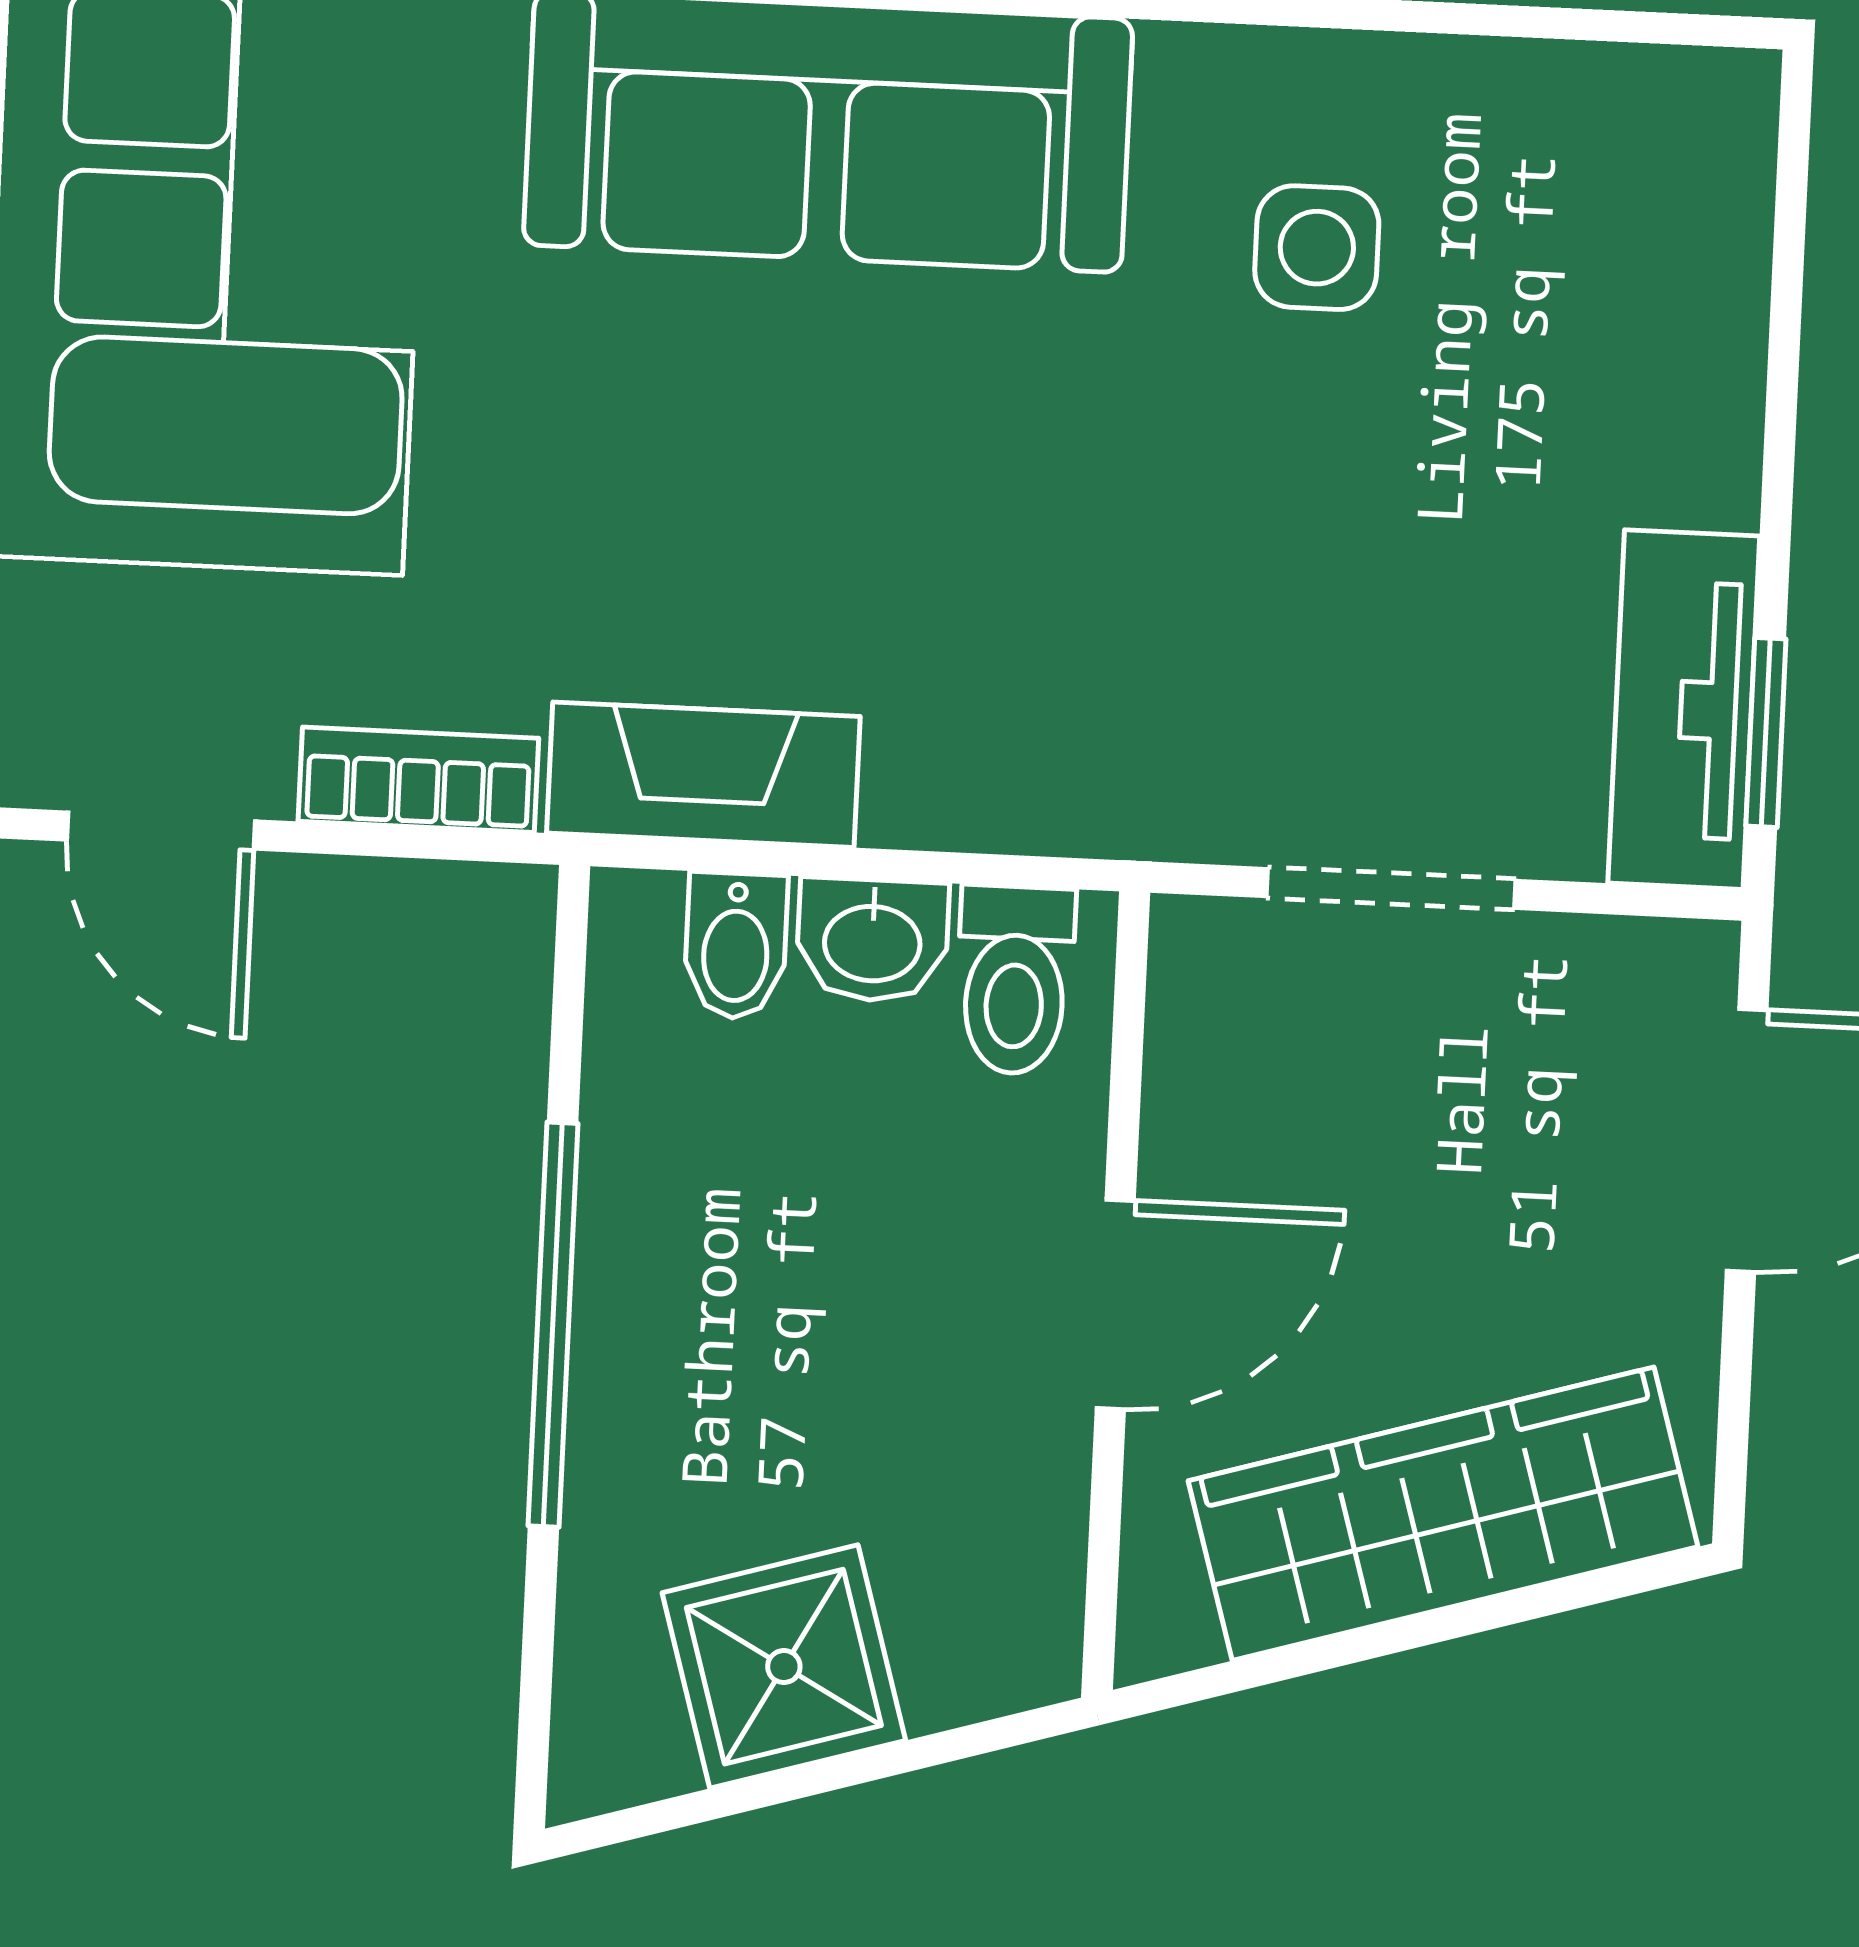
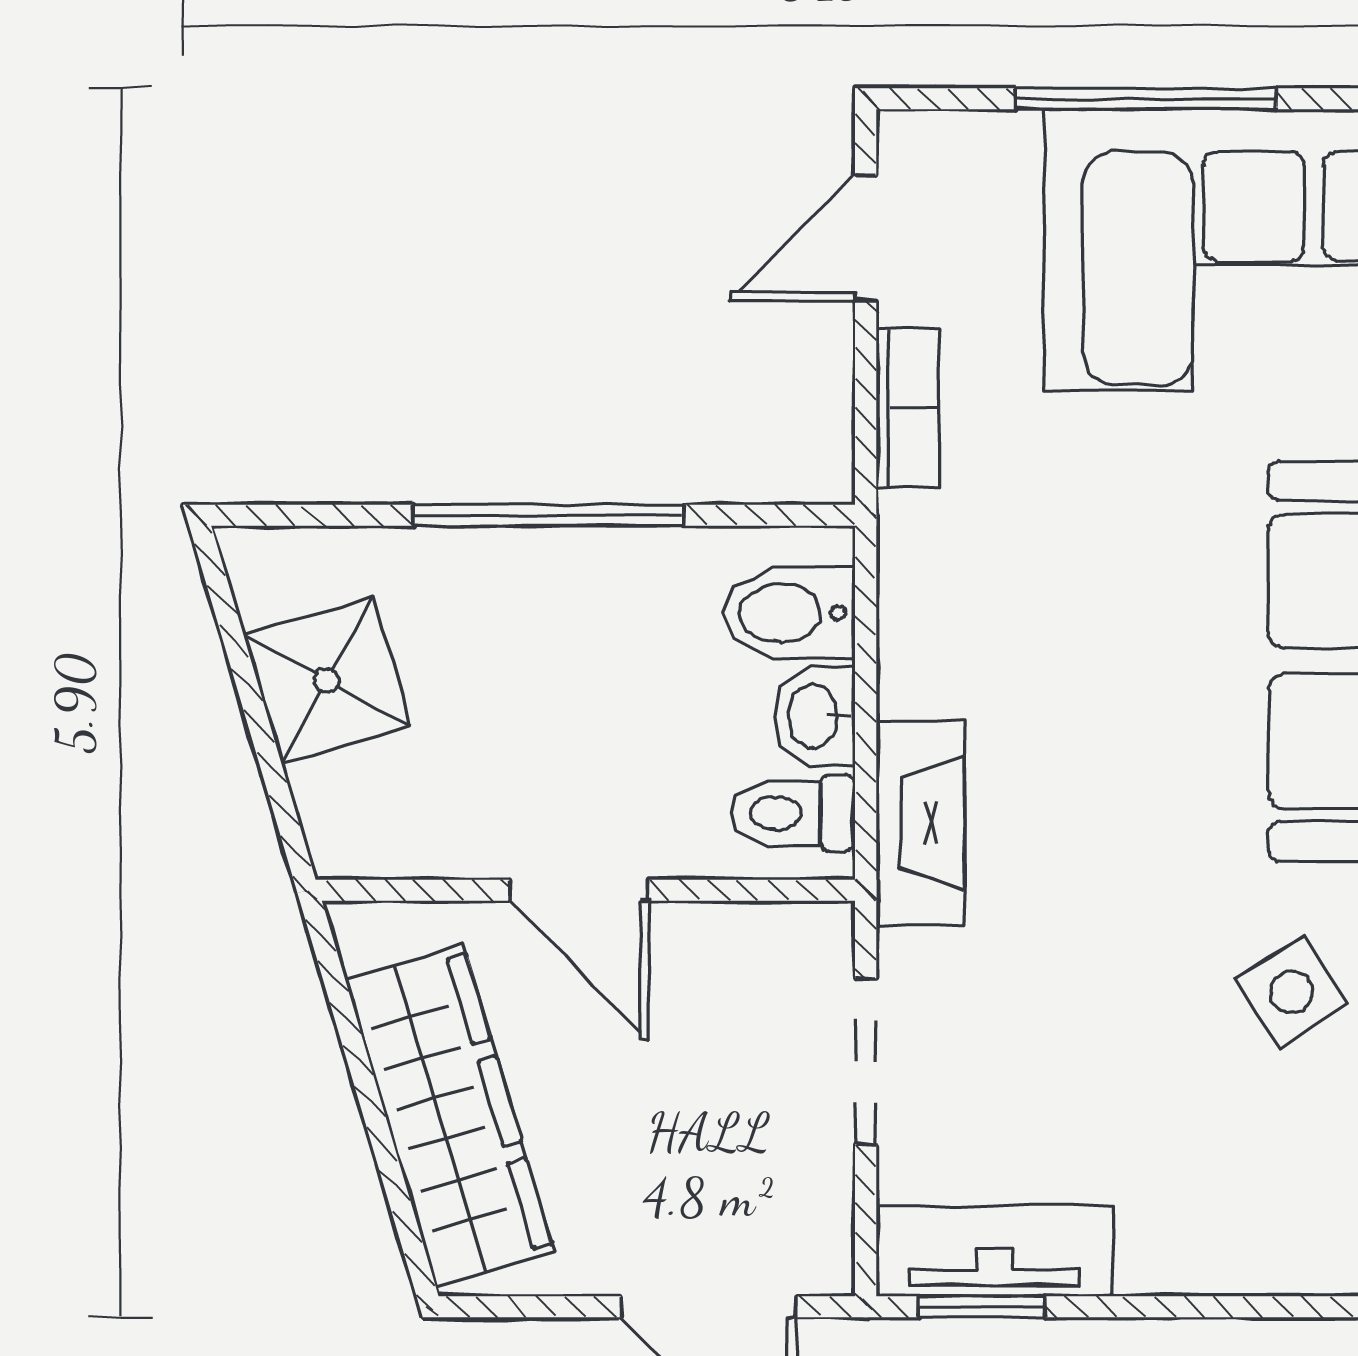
side table: (1317, 248) -> (1291, 991), turned -33
fireplace: (703, 775) -> (920, 823), moved
bidet: (736, 946) -> (789, 613), width x1.38, depth x1.36

